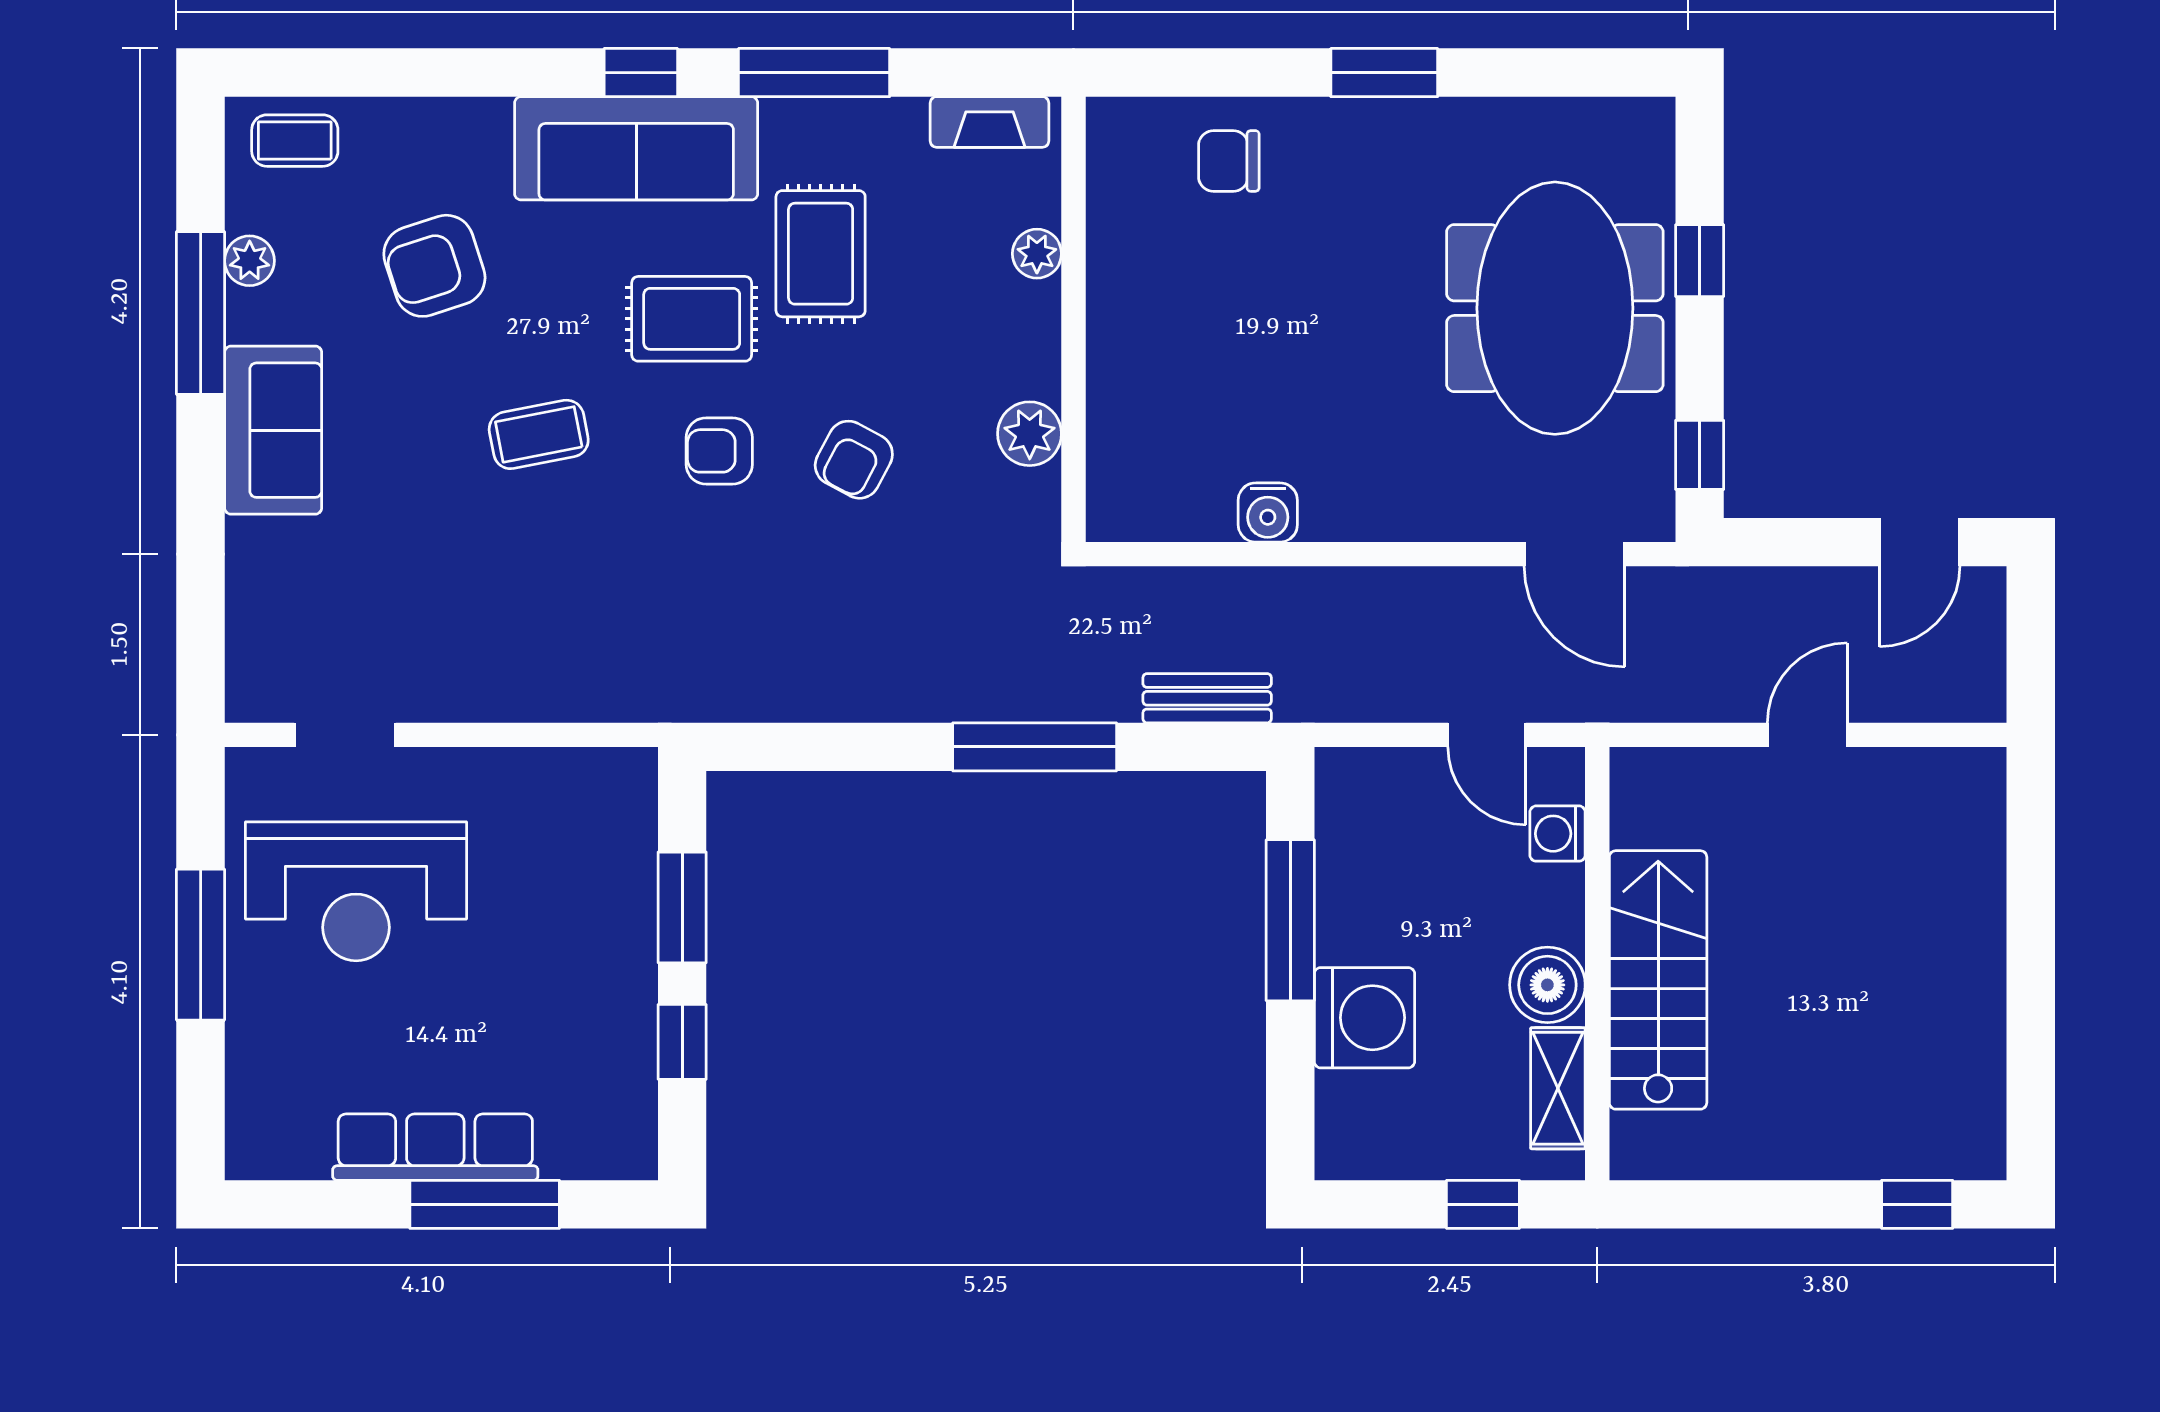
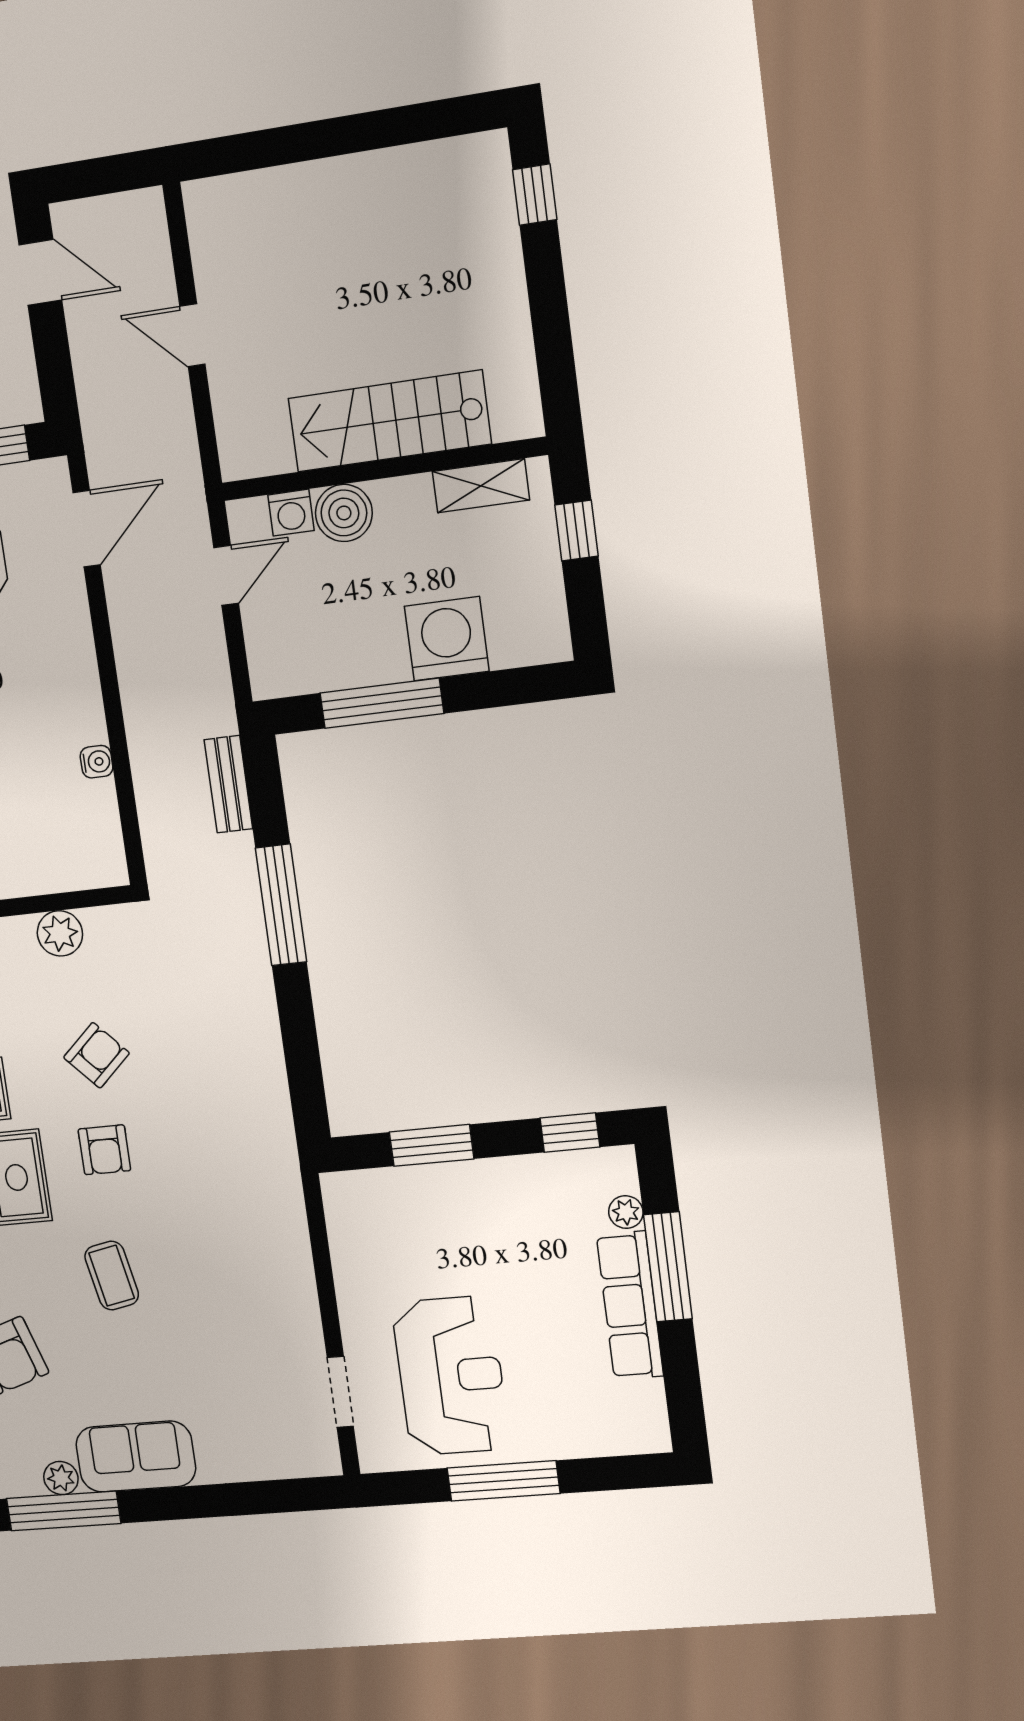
plant: (250, 261) -> (61, 1478), moved
armchair: (854, 460) -> (96, 1055), turned -71
water cooler: (1268, 512) -> (97, 762), width x0.72, depth x0.72
boiler: (1547, 985) -> (344, 513), moved
window: (682, 1042) -> (570, 1132), moved
plant: (566, 1157) -> (626, 1212), added

